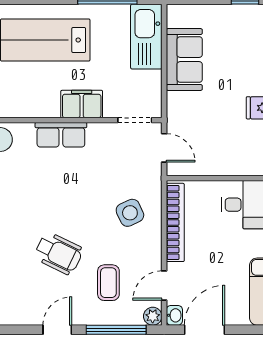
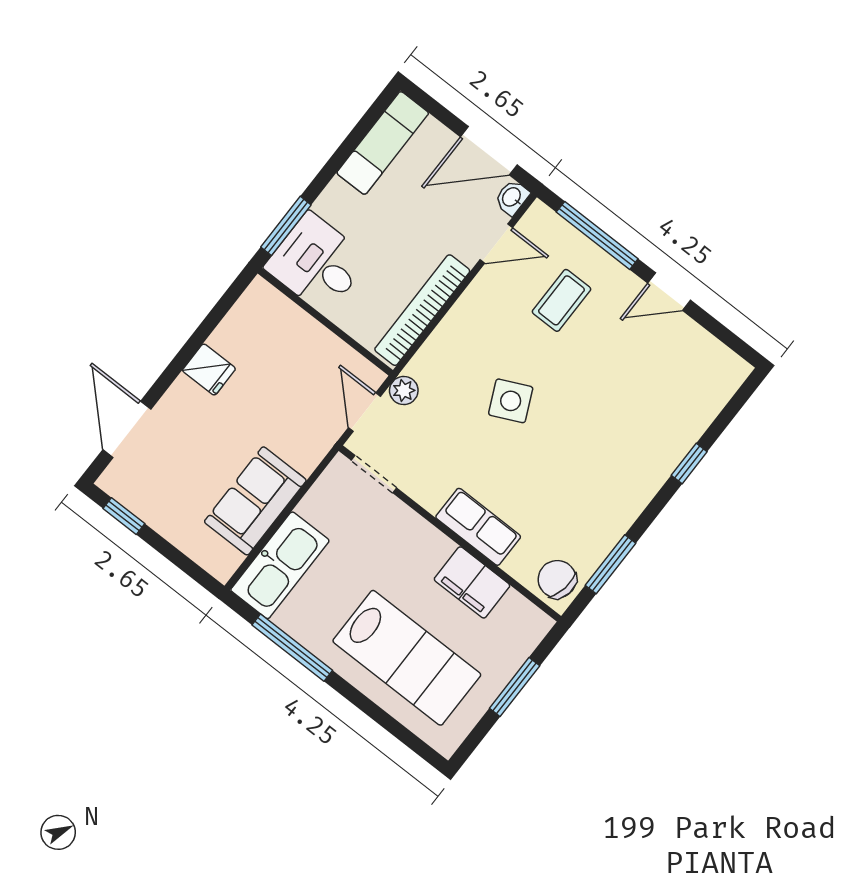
filing cabinet: (82, 104) -> (472, 582), moved
side table: (130, 213) -> (511, 401), moved
wheelchair: (58, 253) -> (595, 384), removed
plant: (153, 316) -> (404, 390), moved

